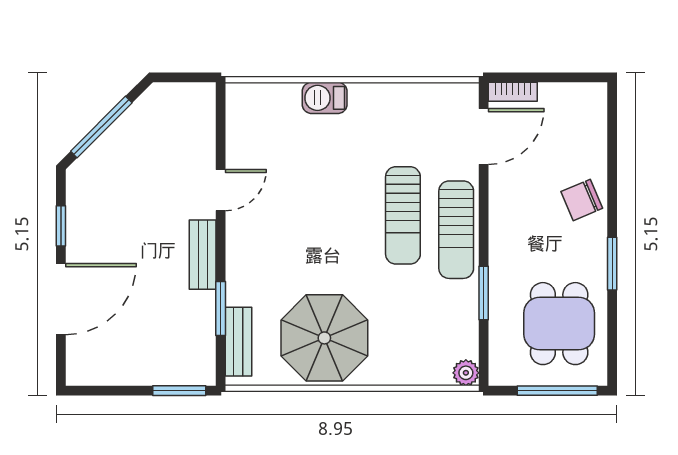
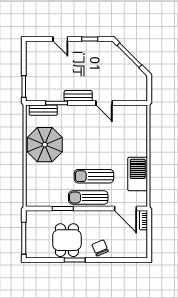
barbecue: (325, 98) -> (138, 174), moved, width x1.88, depth x1.53
door: (61, 299) -> (60, 39), width x0.53
dining table: (559, 324) -> (67, 240), moved, turned 90
plant: (466, 373) -> (31, 201), removed

